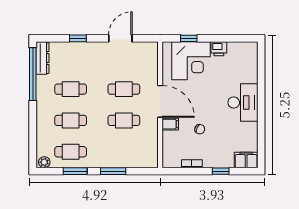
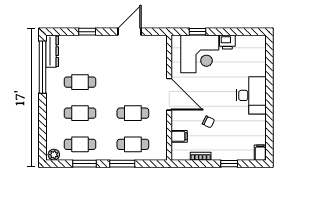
cafe table: (124, 89) -> (133, 144), moved
filing cabinet: (170, 124) -> (179, 136), moved
filing cabinet: (246, 160) -> (260, 153), width x0.50

